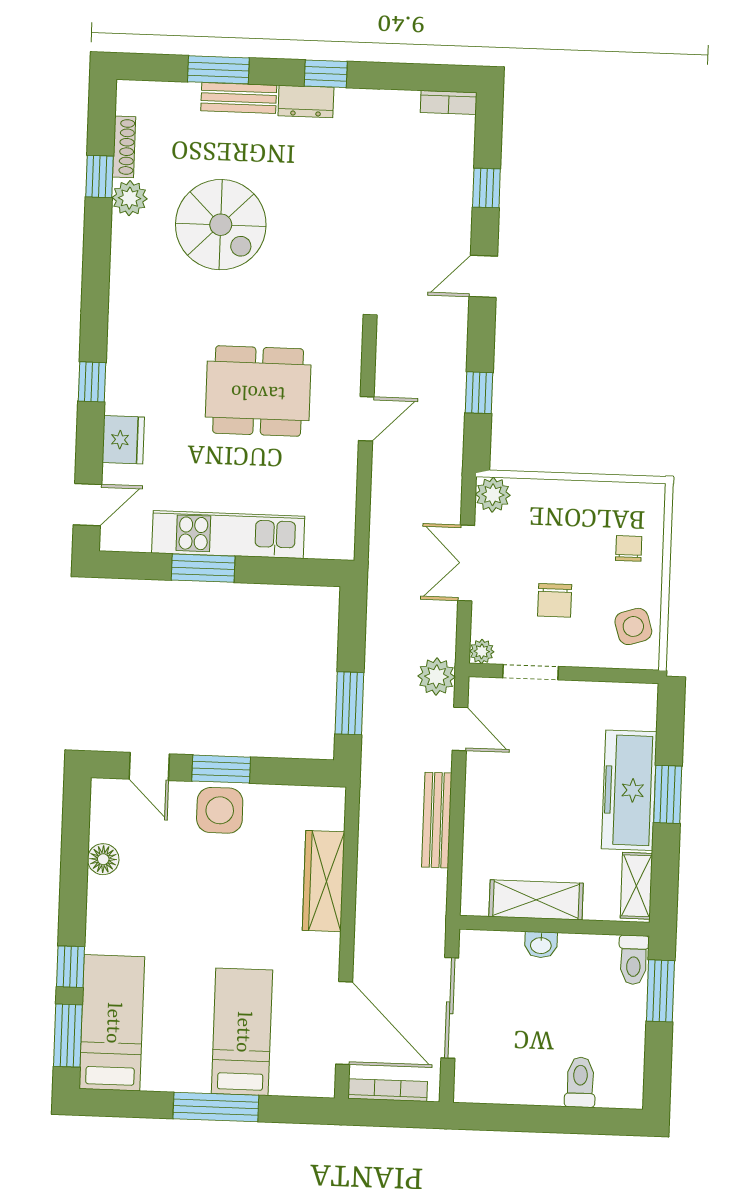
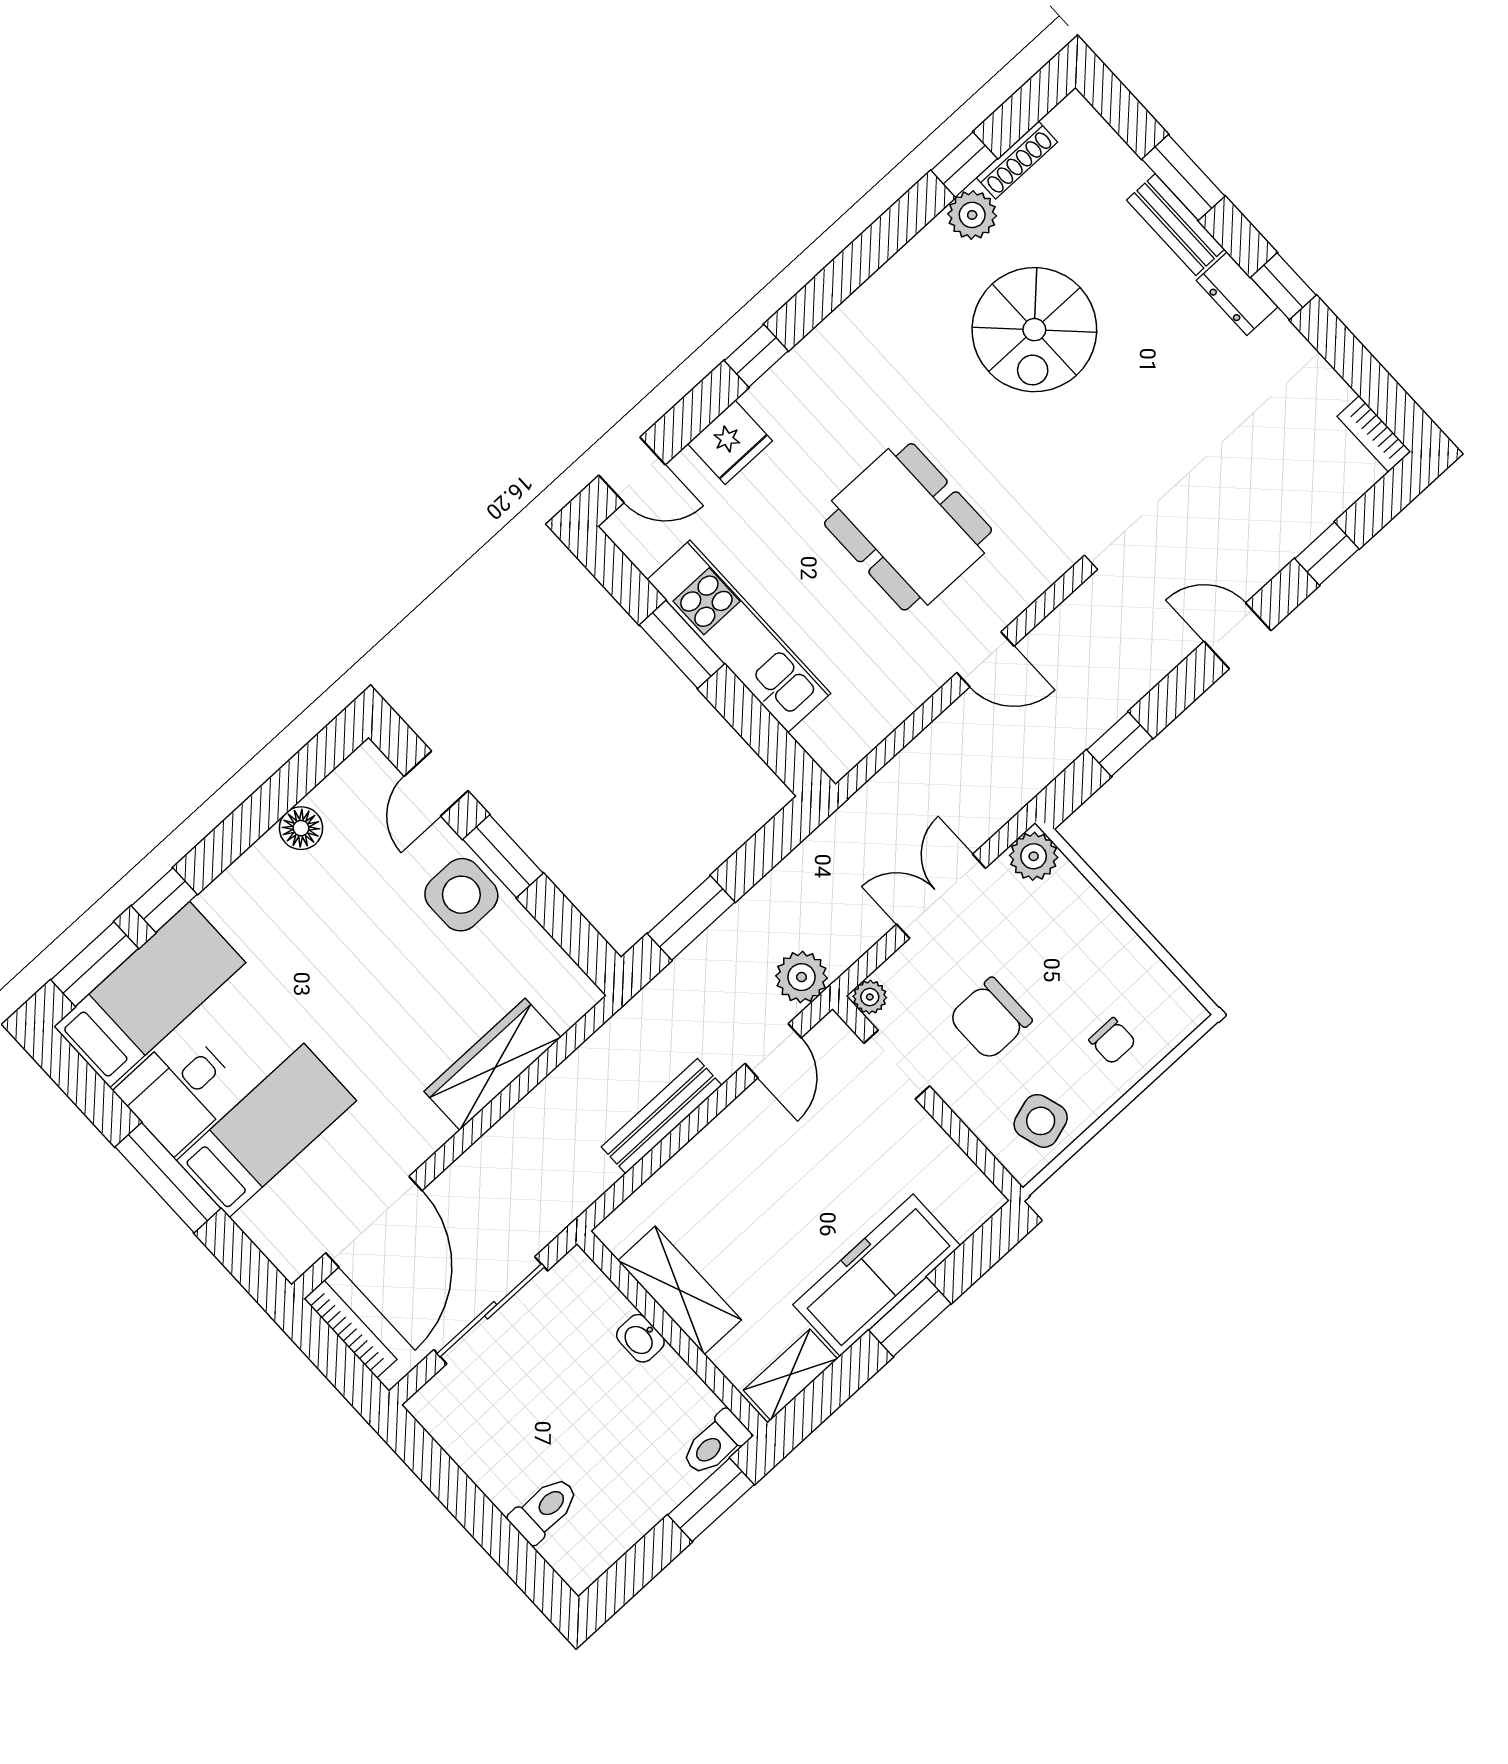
chair: (629, 548) -> (1112, 1041), turned 90
chair: (555, 600) -> (990, 1019), width x1.37, depth x1.37
desk: (177, 1057) -> (179, 1091), added

